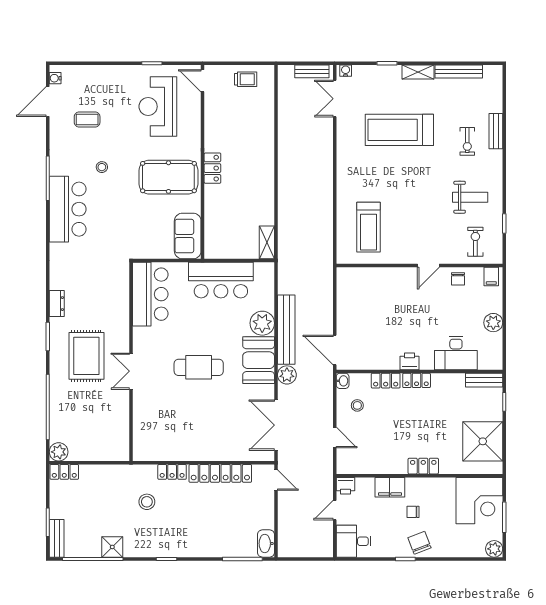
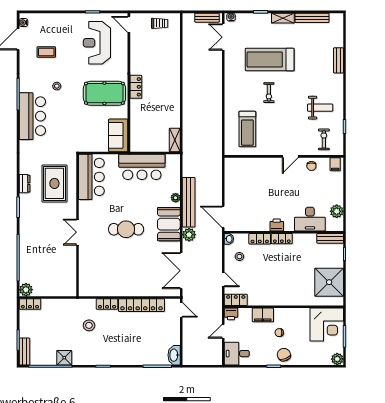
exercise bike: (467, 141) -> (269, 93), moved
plant: (262, 323) -> (176, 198), width x0.53, depth x0.53
plant: (493, 323) -> (337, 211), moved
rug: (86, 356) -> (54, 183), moved
locker: (423, 466) -> (236, 300), moved

